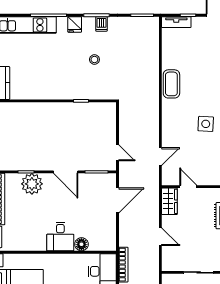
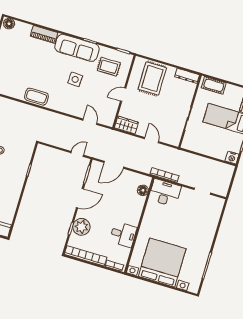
door: (188, 187) -> (123, 95), moved
door: (118, 200) -> (114, 165), swing flipped
desk: (60, 236) -> (123, 234), moved
door: (160, 237) -> (152, 140), hinge flipped
floor lamp: (81, 244) -> (143, 190), moved

